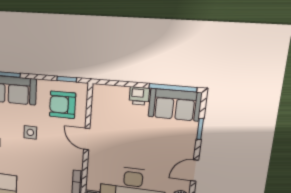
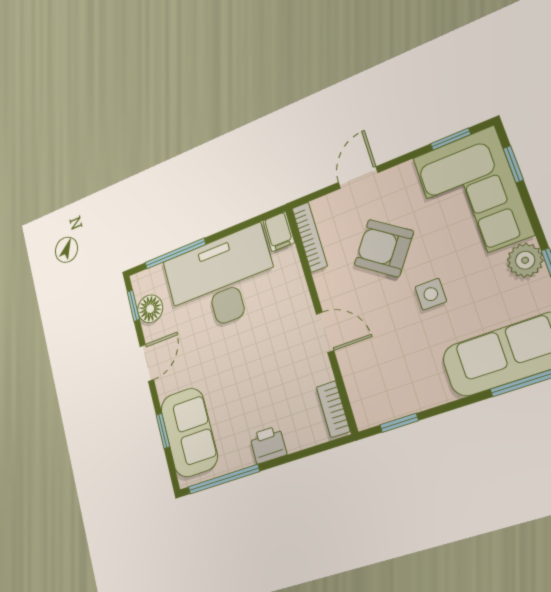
bookcase: (97, 99) -> (333, 409), added
armchair: (63, 105) -> (384, 248), moved, turned -144
sofa: (175, 105) -> (189, 432), moved, turned 90

